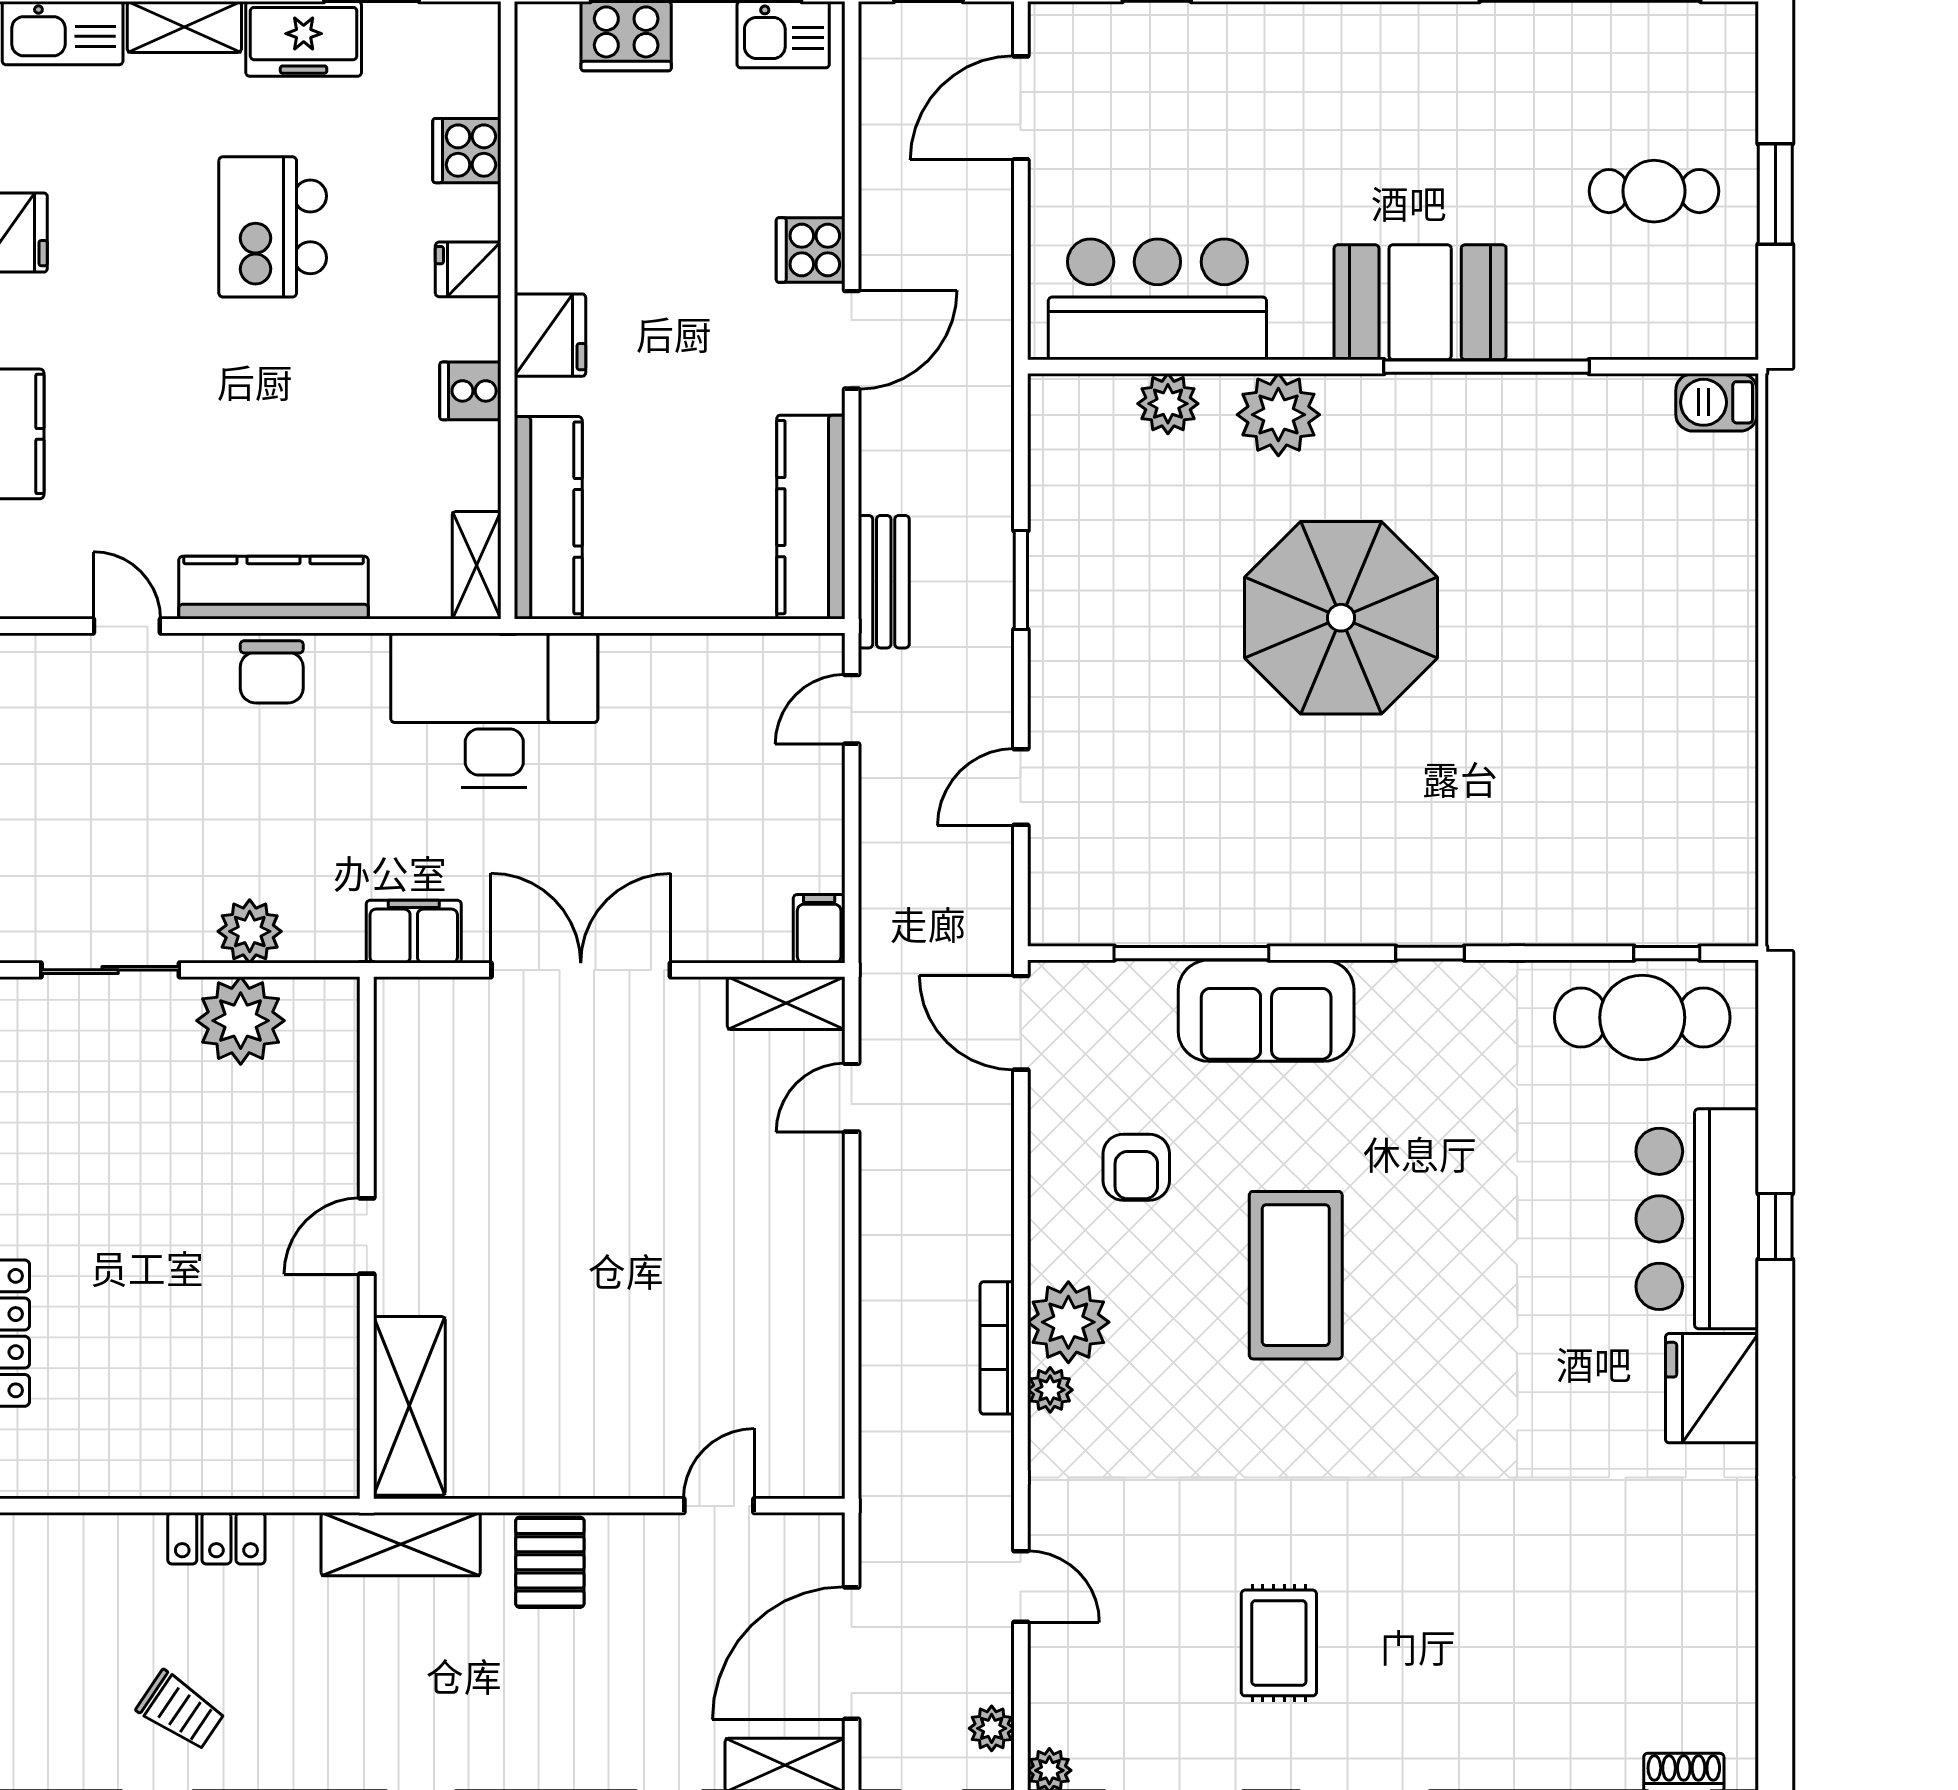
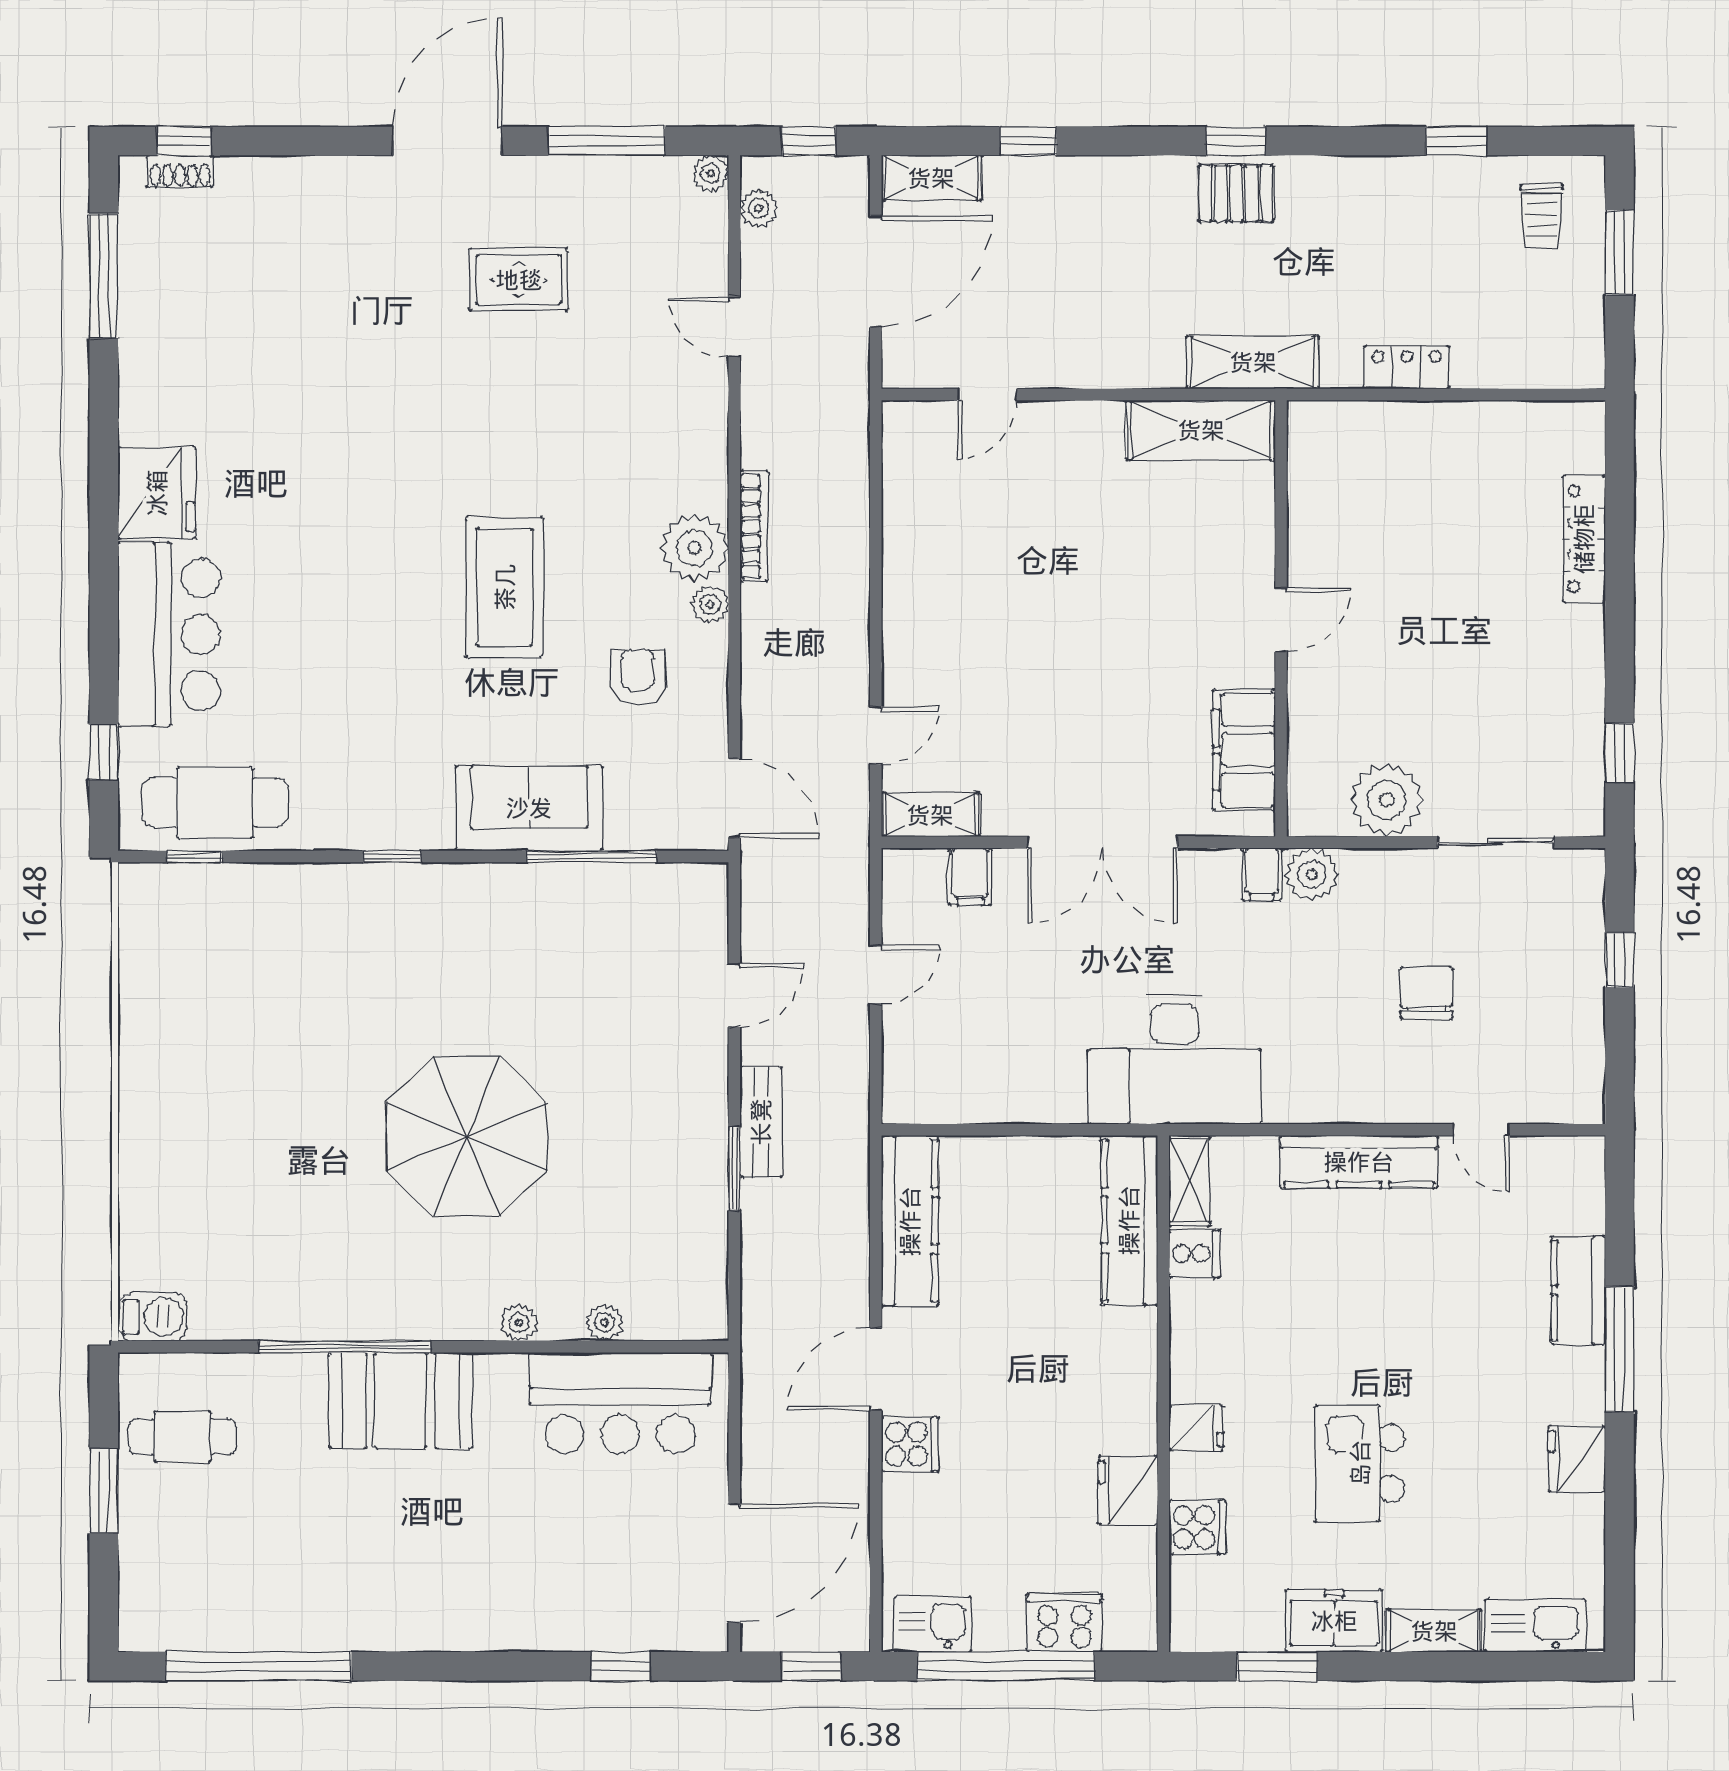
door: (1021, 108) -> (734, 1563), width x1.36
cafe table: (1654, 191) -> (182, 1437), moved
kitchen island: (273, 227) -> (1360, 1463), turned 180
fridge: (550, 335) -> (1128, 1490), moved
cooker: (470, 391) -> (1194, 1254), moved
plant: (1168, 404) -> (604, 1323), width x0.73, depth x0.73
plant: (1278, 415) -> (519, 1323), width x0.53, depth x0.53
bench: (884, 582) -> (761, 1122), moved
chair: (272, 672) -> (1426, 993), moved
door: (852, 709) -> (876, 974), moved
filing cabinet: (819, 929) -> (970, 877), moved
plant: (250, 931) -> (1312, 874), moved
filing cabinet: (414, 932) -> (1262, 874), width x0.50
filing cabinet: (411, 1081) -> (1244, 750), added
window: (1775, 1226) -> (104, 752), moved
plant: (1050, 1390) -> (710, 604), moved
shelving: (409, 1406) -> (1201, 430), moved, turned 90
pallet: (550, 1562) -> (1236, 193), moved, turned 90
rug: (1279, 1643) -> (519, 280), turned 90
window: (1775, 1648) -> (104, 276), added
trolley: (181, 1711) -> (1542, 216), moved, turned -124

